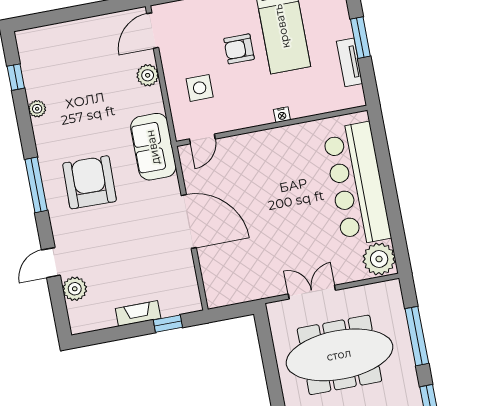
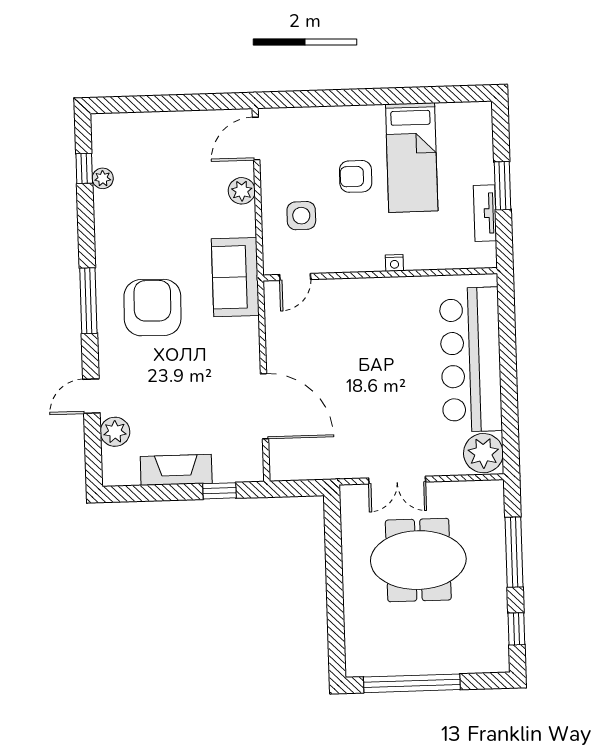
plant: (37, 109) -> (103, 178), moved
door: (189, 221) -> (264, 406), moved
double door: (312, 292) -> (397, 480), swing flipped
fireplace: (138, 313) -> (176, 470), width x1.37, depth x1.32
meeting table: (339, 355) -> (418, 560), width x0.73

